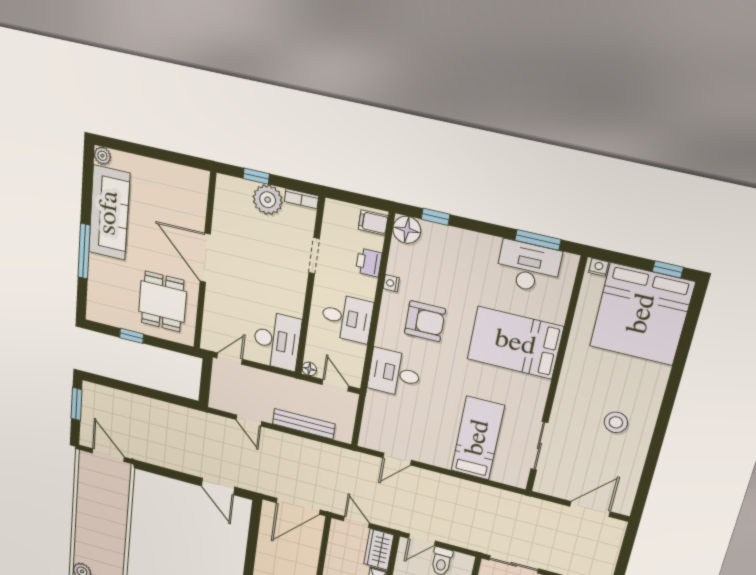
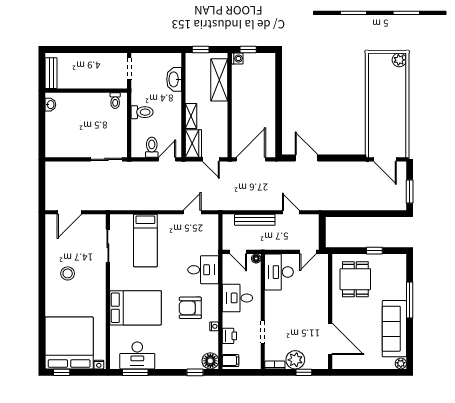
door: (205, 258) -> (330, 339), moved

